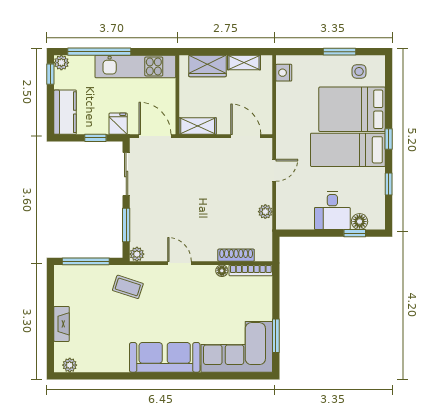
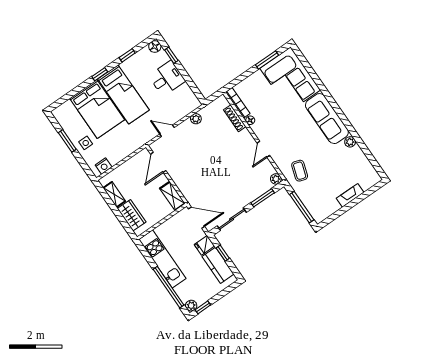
side table: (359, 71) -> (86, 143), moved
kitchen counter: (65, 112) -> (218, 265), moved, turned -90
door: (155, 136) -> (196, 218), swing flipped
floor lamp: (360, 222) -> (155, 47), moved
plant: (70, 365) -> (350, 142), moved

